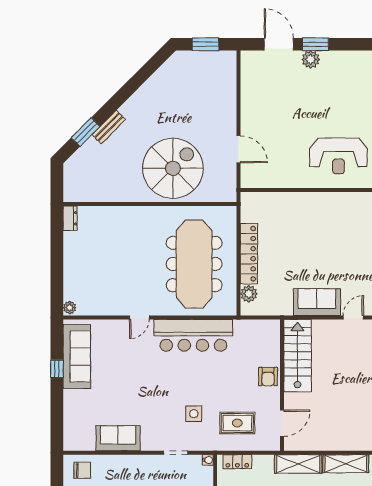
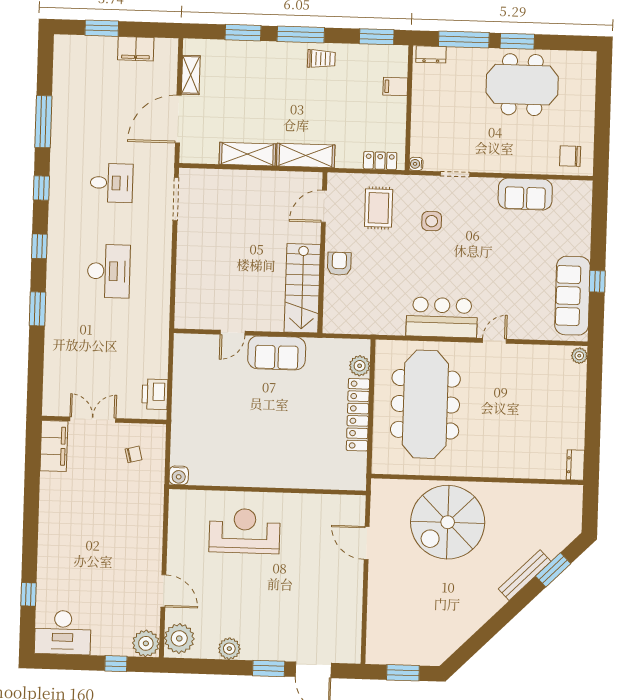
plant: (311, 59) -> (229, 649), moved
bench: (109, 127) -> (525, 575), width x1.36
bar counter: (193, 335) -> (442, 317), width x0.73
rug: (237, 423) -> (379, 208), turned 90

